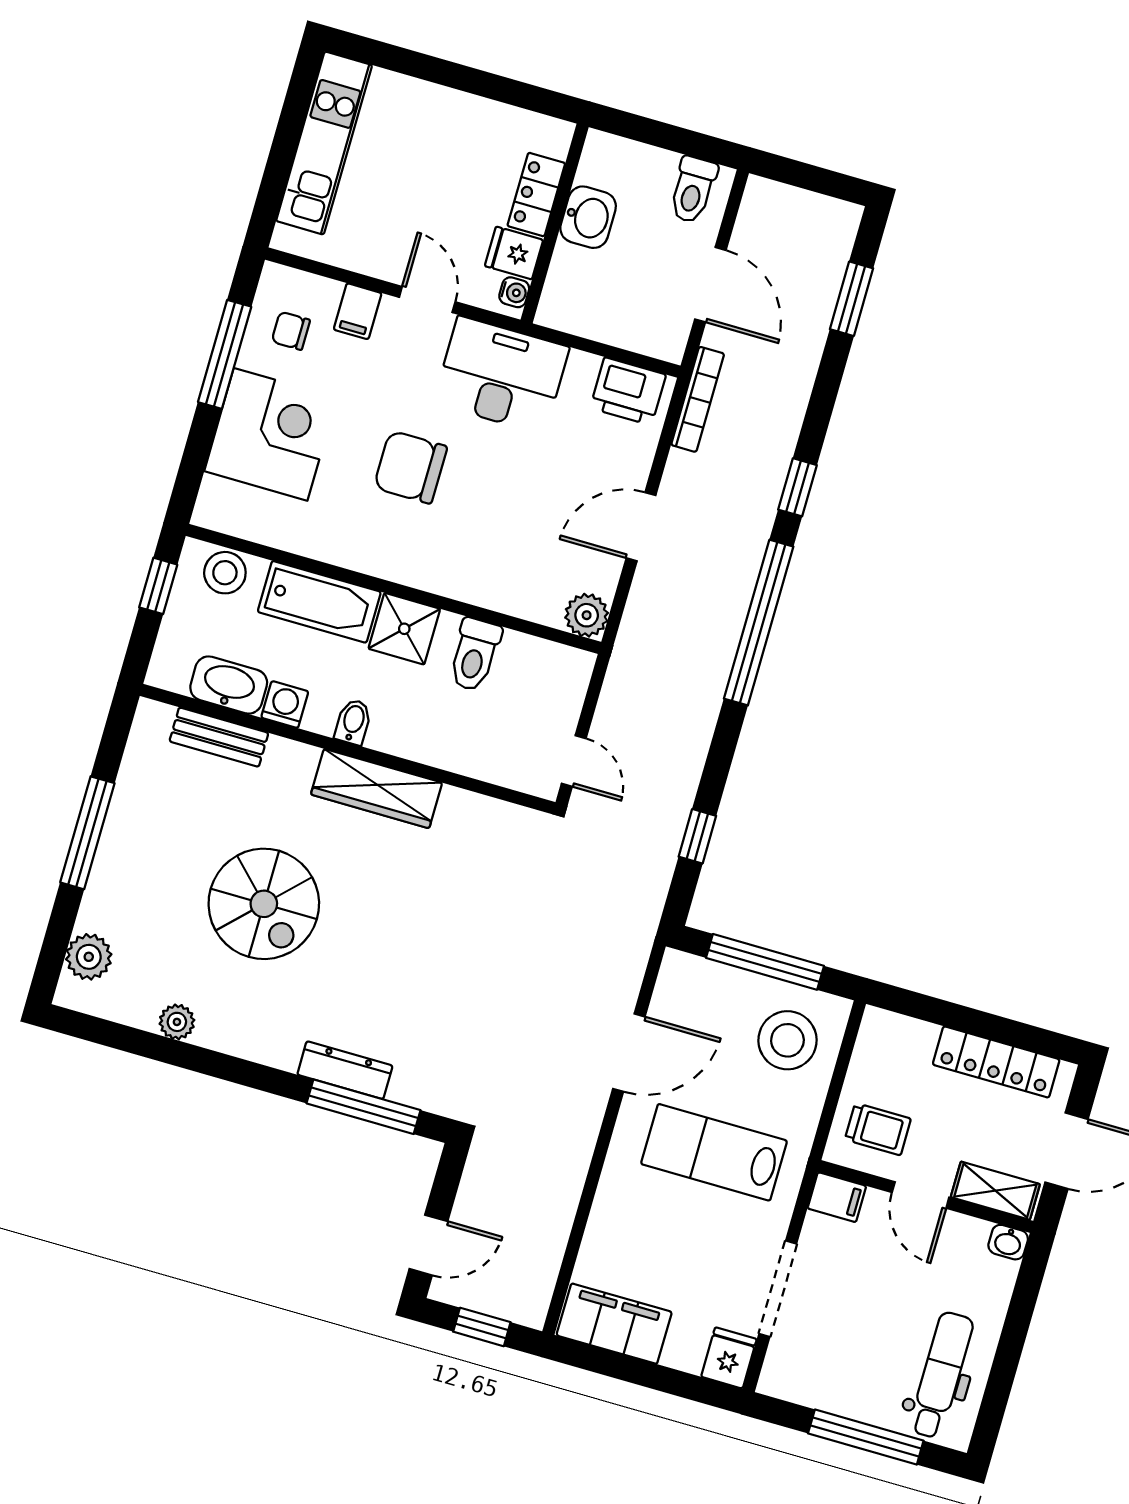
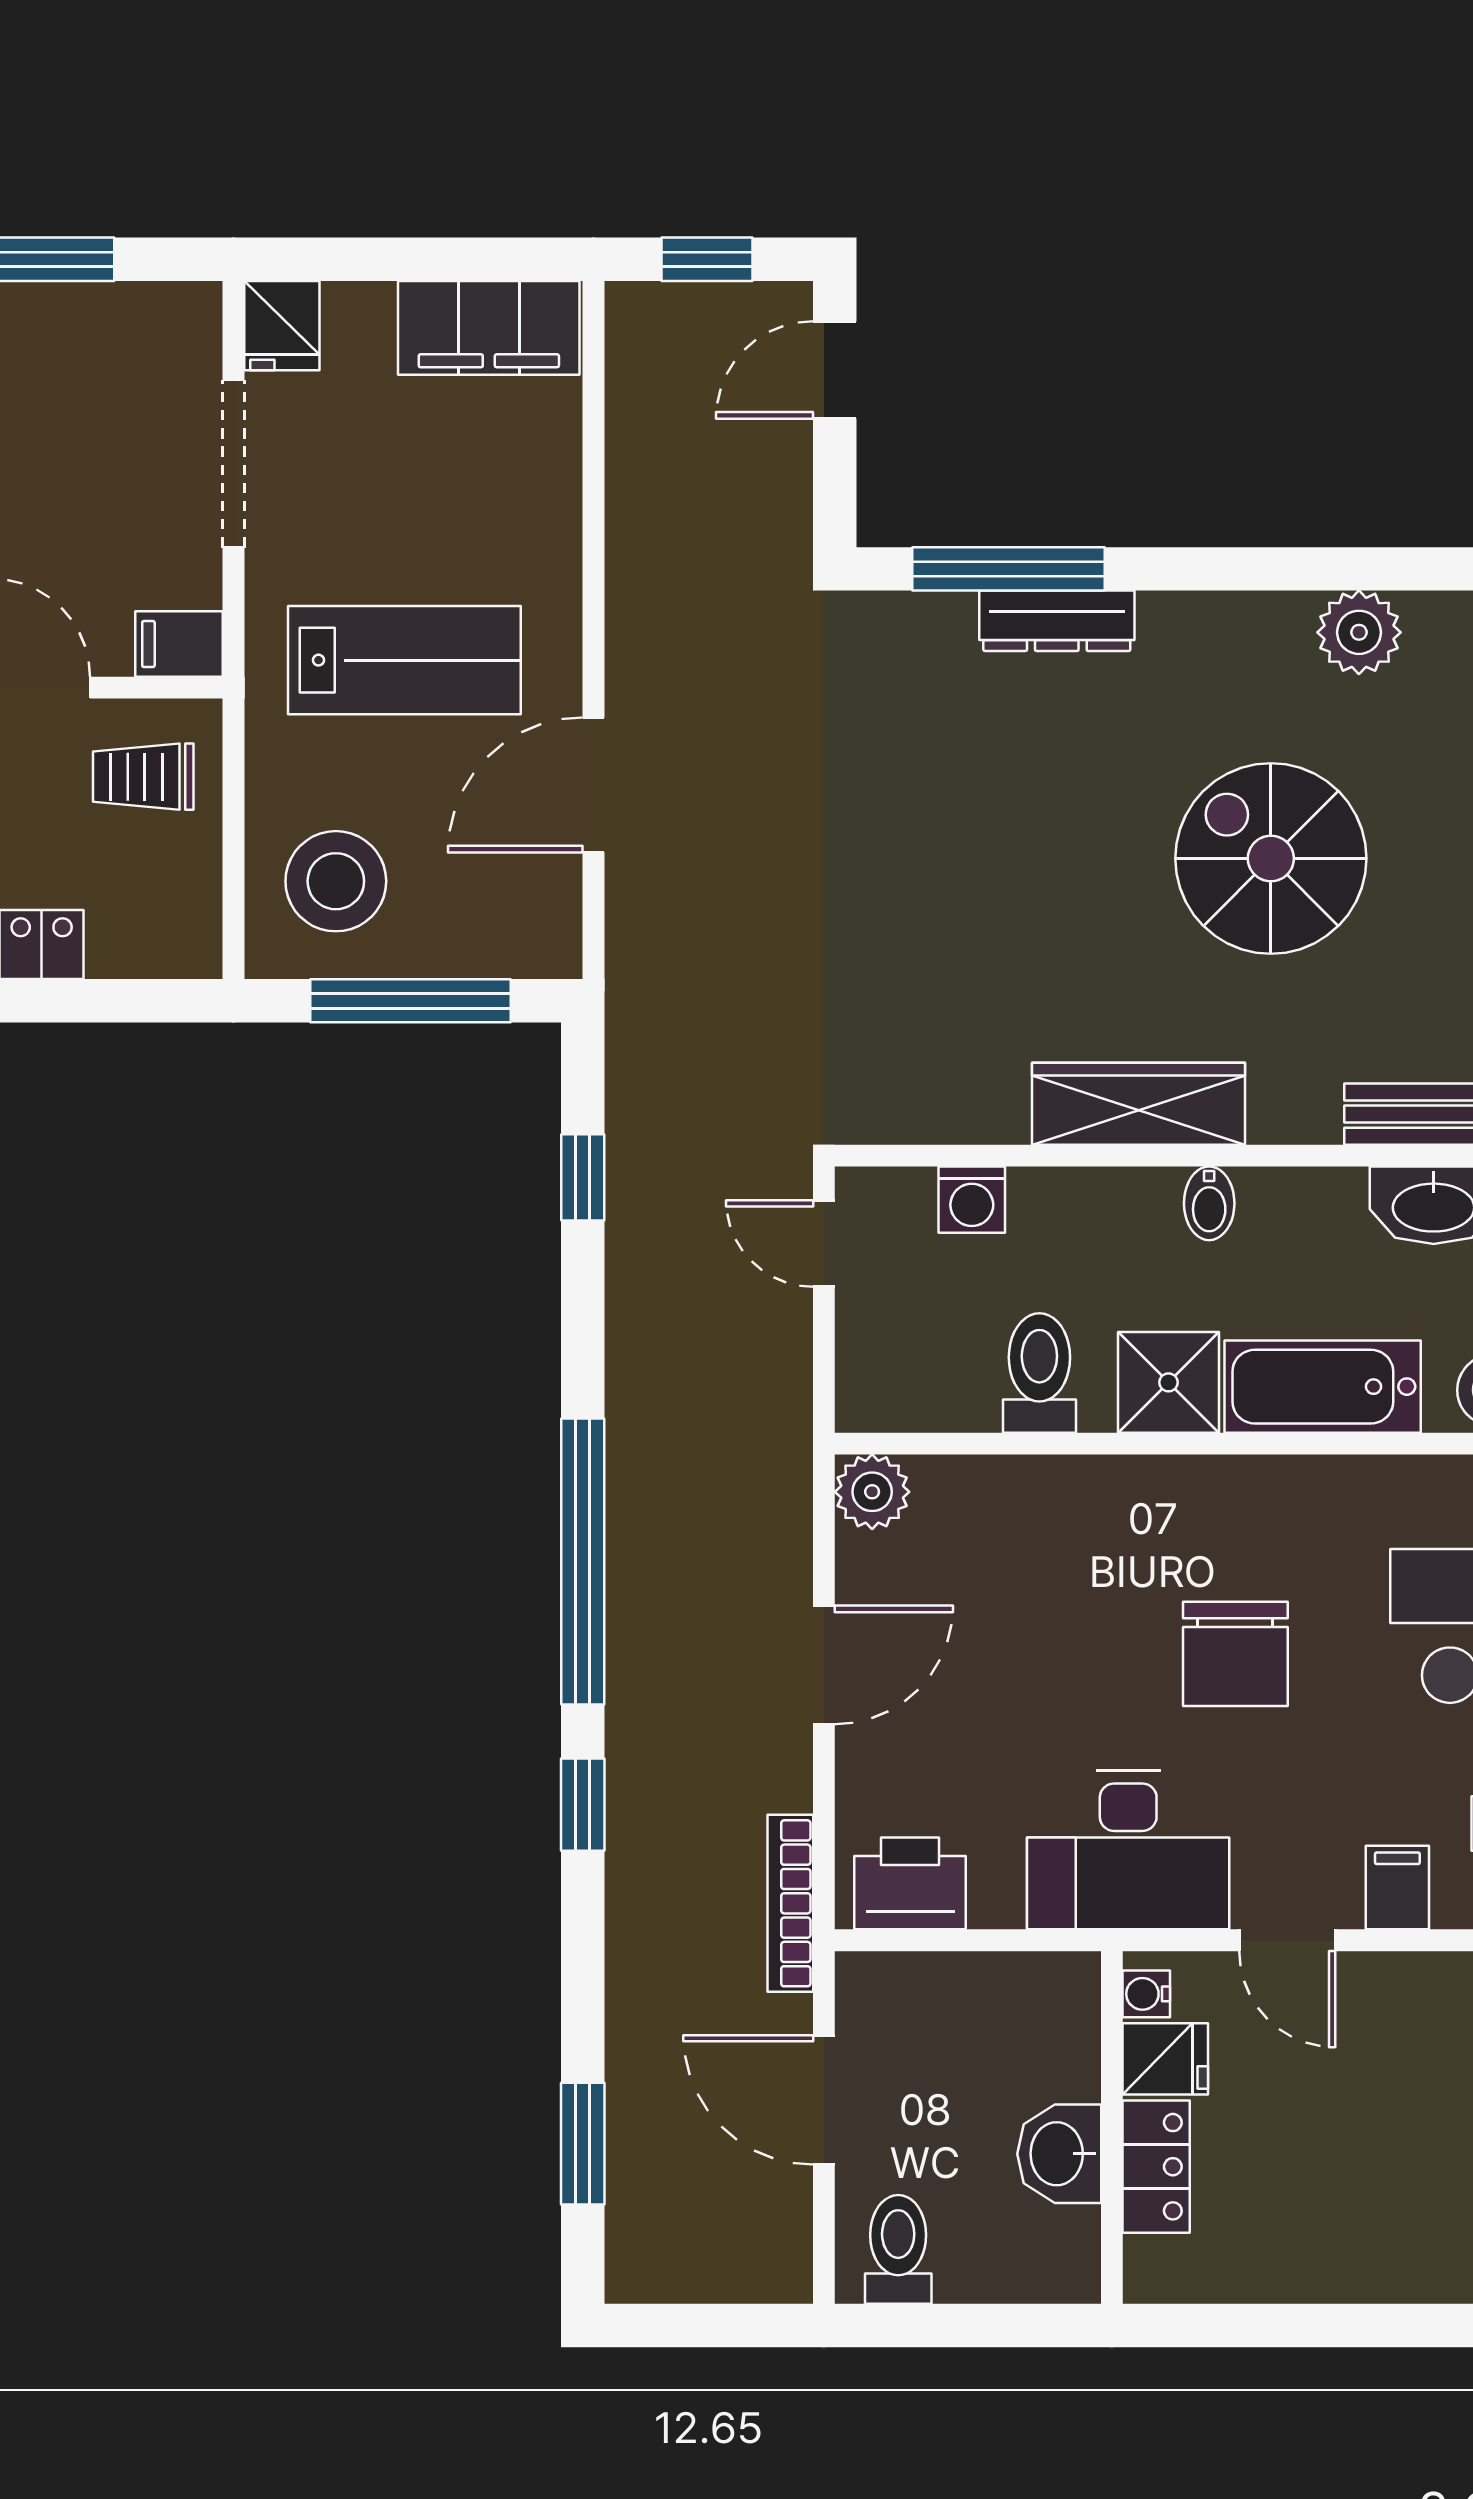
chair: (410, 467) -> (1235, 1654), turned 90
washing machine: (285, 705) -> (972, 1200), moved
plant: (177, 1022) -> (1359, 632), width x1.38, depth x1.38

